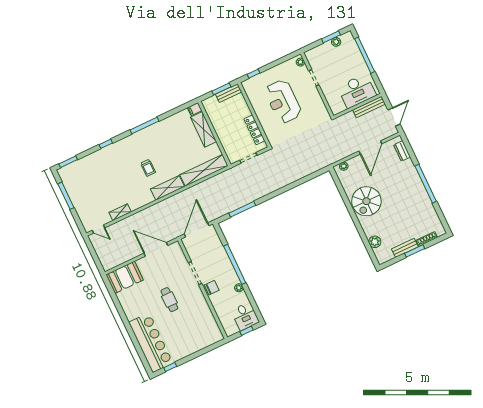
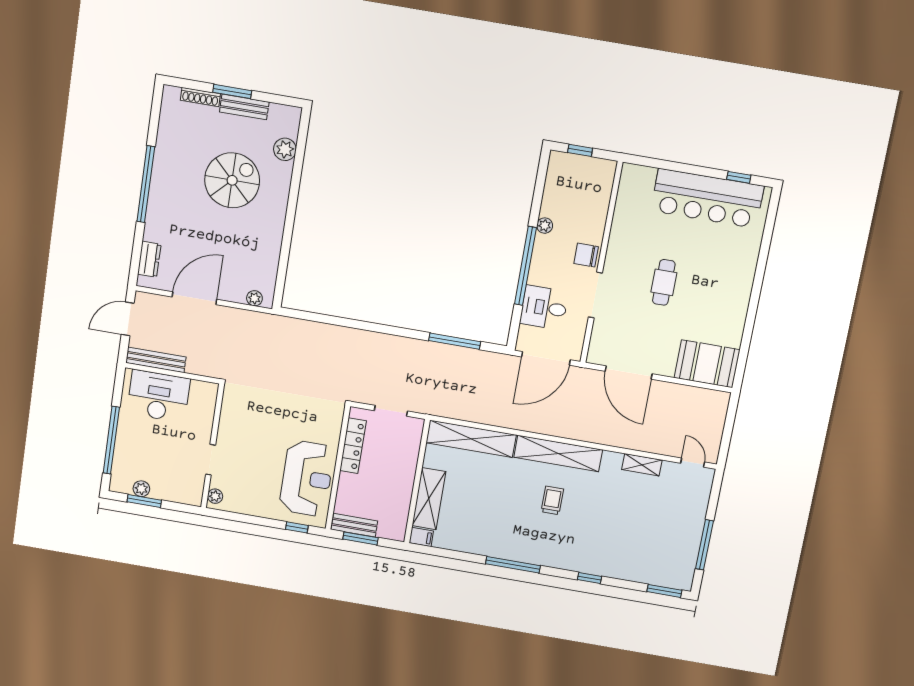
reception desk: (283, 101) -> (307, 478), moved
shelving: (167, 188) -> (558, 453), width x1.47
spiral stairs: (366, 201) -> (232, 180), moved
desk: (245, 316) -> (544, 308), moved, turned -90
bar counter: (151, 343) -> (707, 198), moved, turned -90

